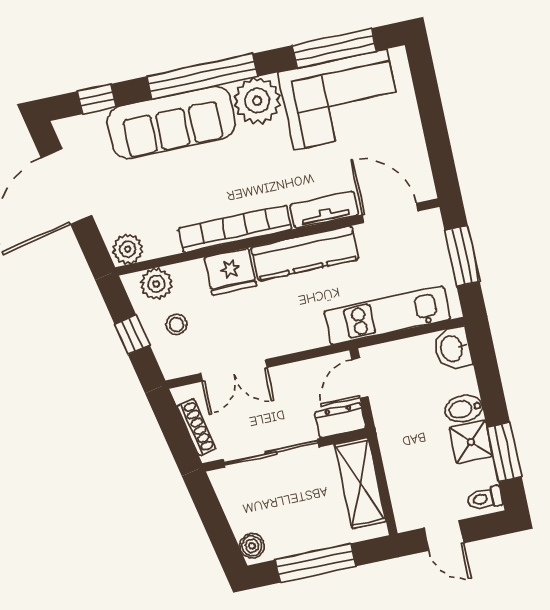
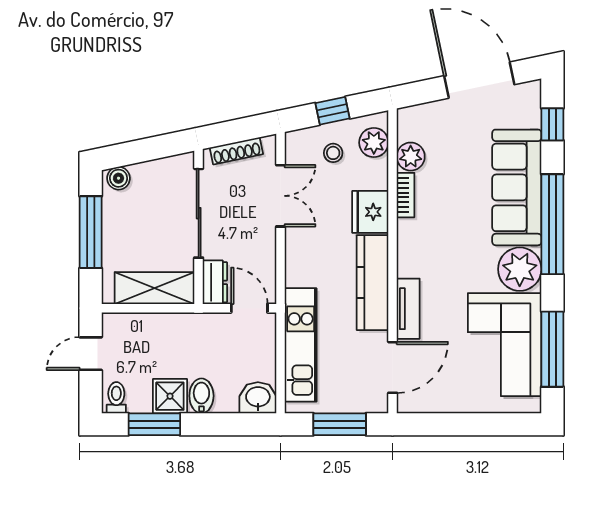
bookcase: (235, 229) -> (406, 195), width x0.43, depth x0.76
plant: (128, 249) -> (411, 157), moved
double door: (234, 370) -> (281, 196), swing flipped

